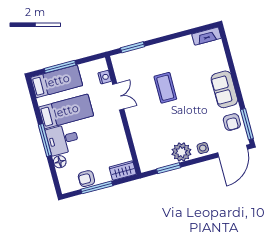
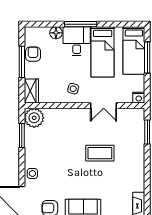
nightstand: (105, 77) -> (139, 98), moved
side table: (110, 130) -> (73, 89), added
plant: (181, 152) -> (34, 118), moved

